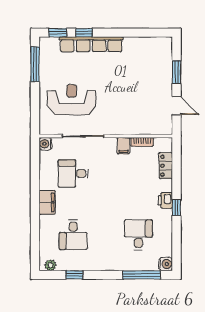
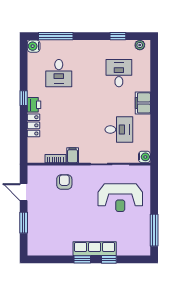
window: (58, 33) -> (82, 259), moved
row of seats: (91, 44) -> (95, 249), width x0.73
armchair: (132, 117) -> (64, 182), added
locker: (166, 166) -> (34, 125), moved

